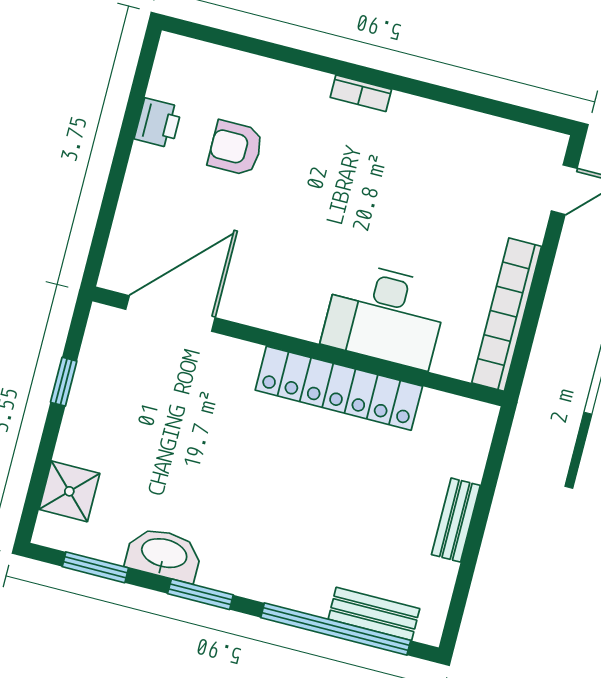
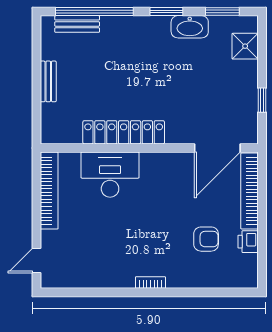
bookcase: (131, 217) -> (249, 191), added

